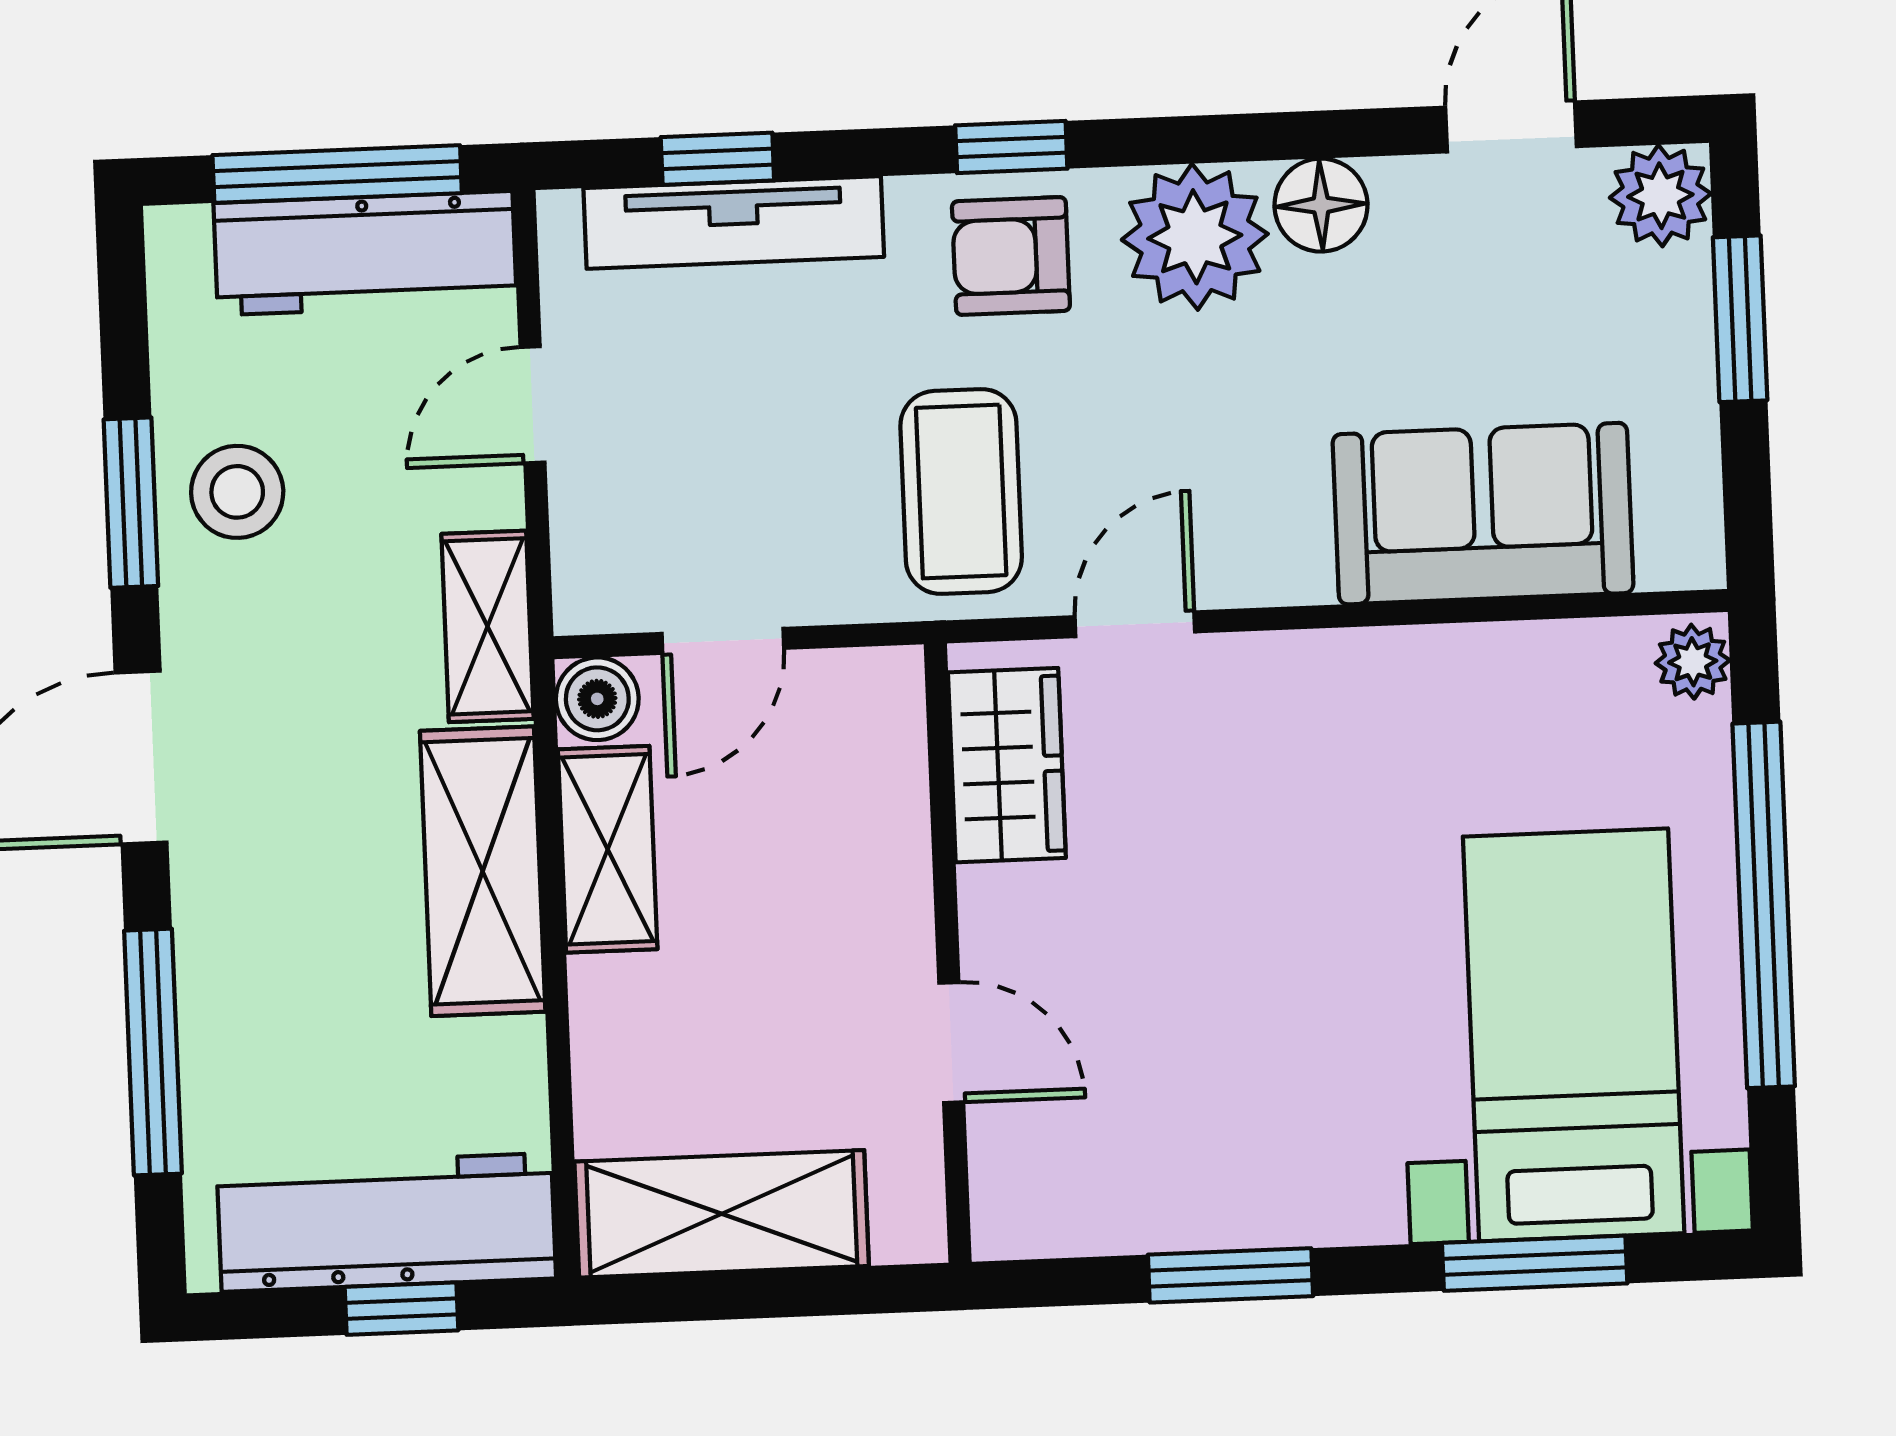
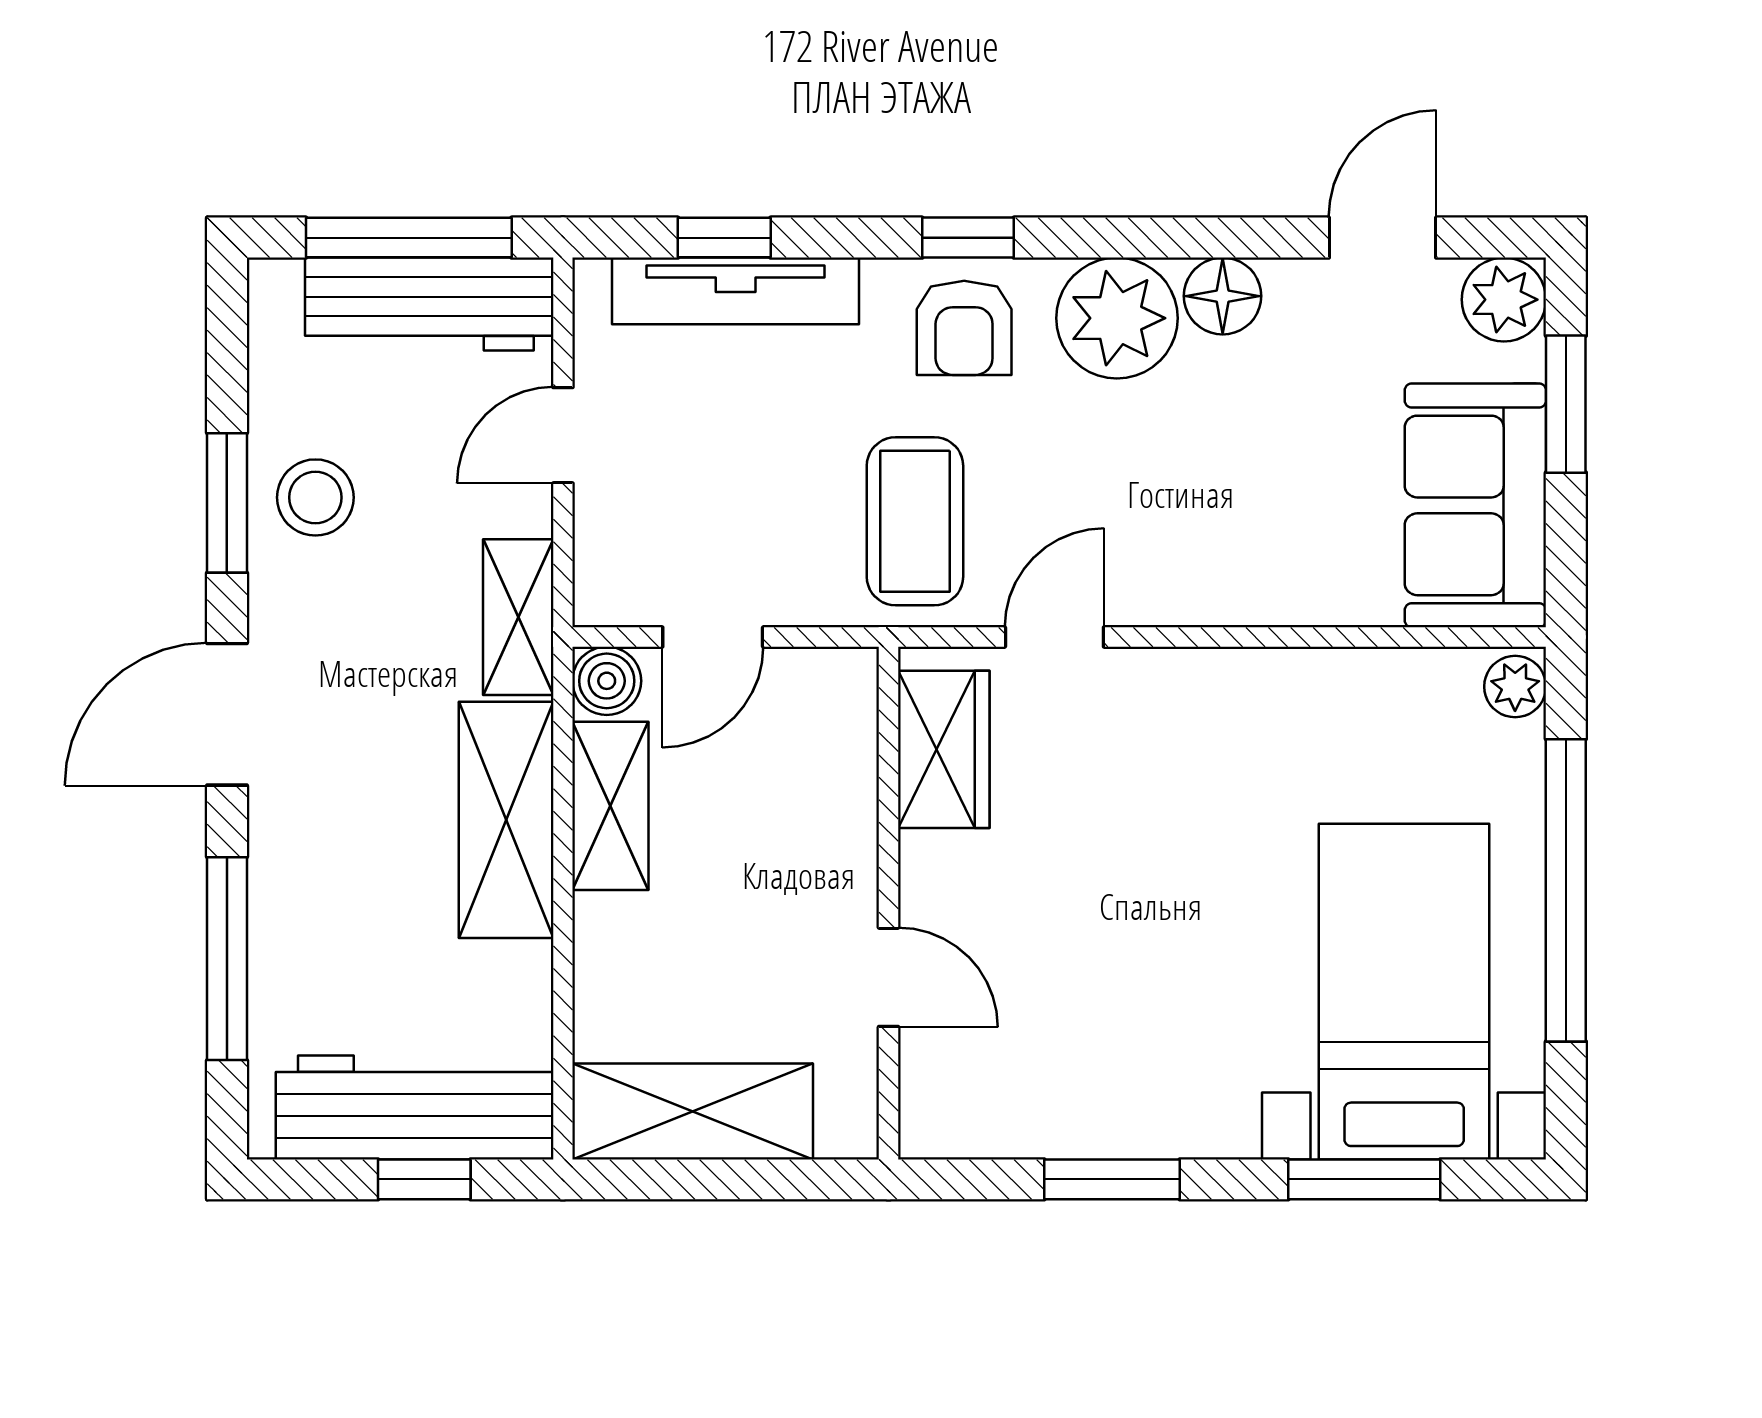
armchair: (1011, 256) -> (964, 328), turned -90
sofa: (1483, 514) -> (1475, 505), moved, turned -90

